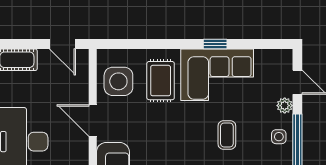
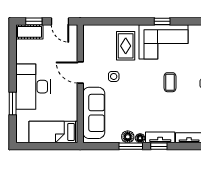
window: (23, 44) -> (34, 21), added
side table: (118, 81) -> (114, 76), moved, width x0.54, depth x0.54

